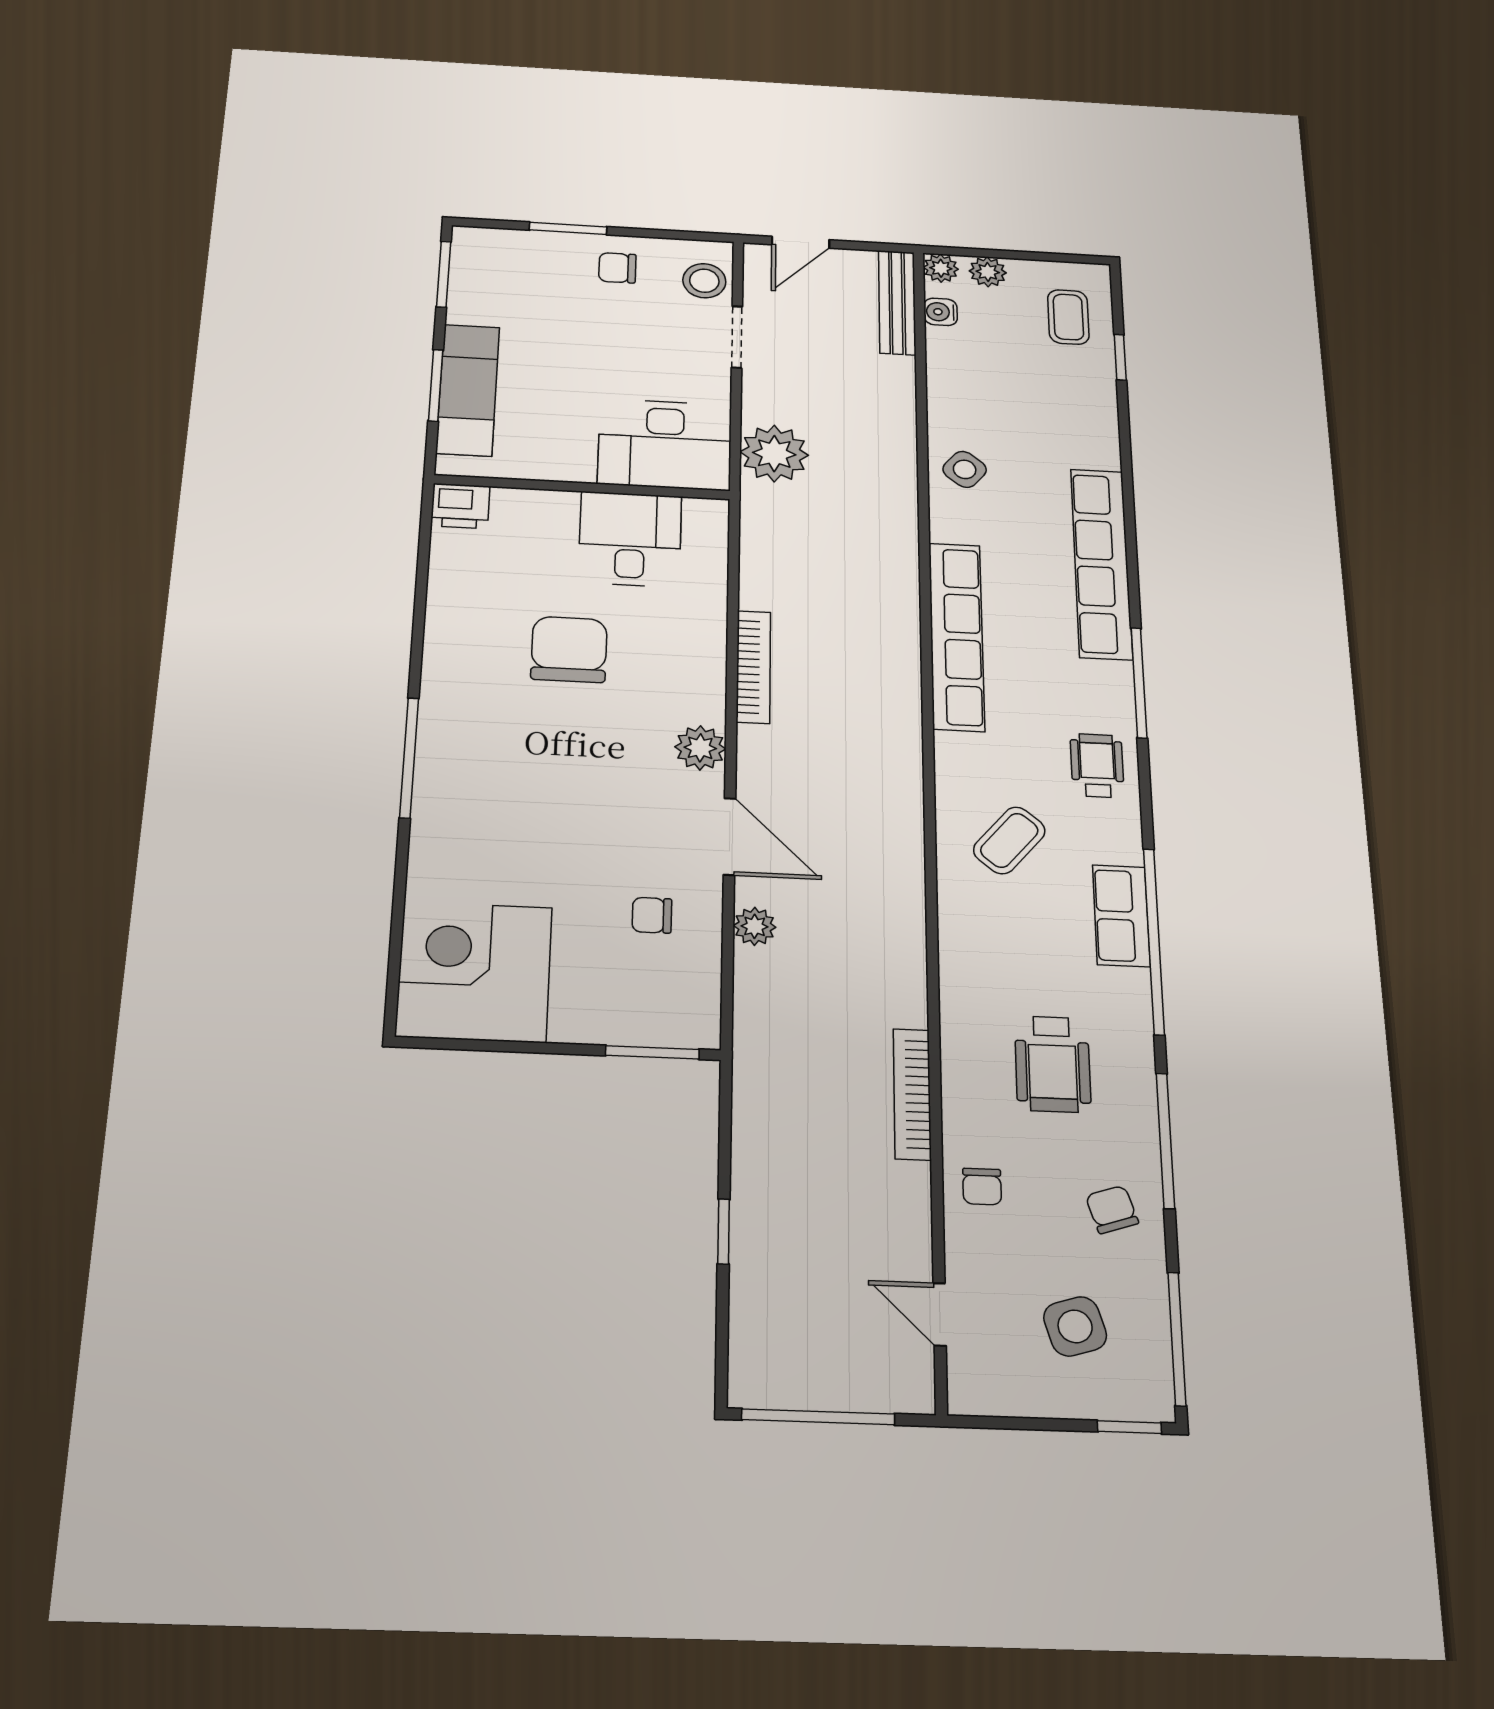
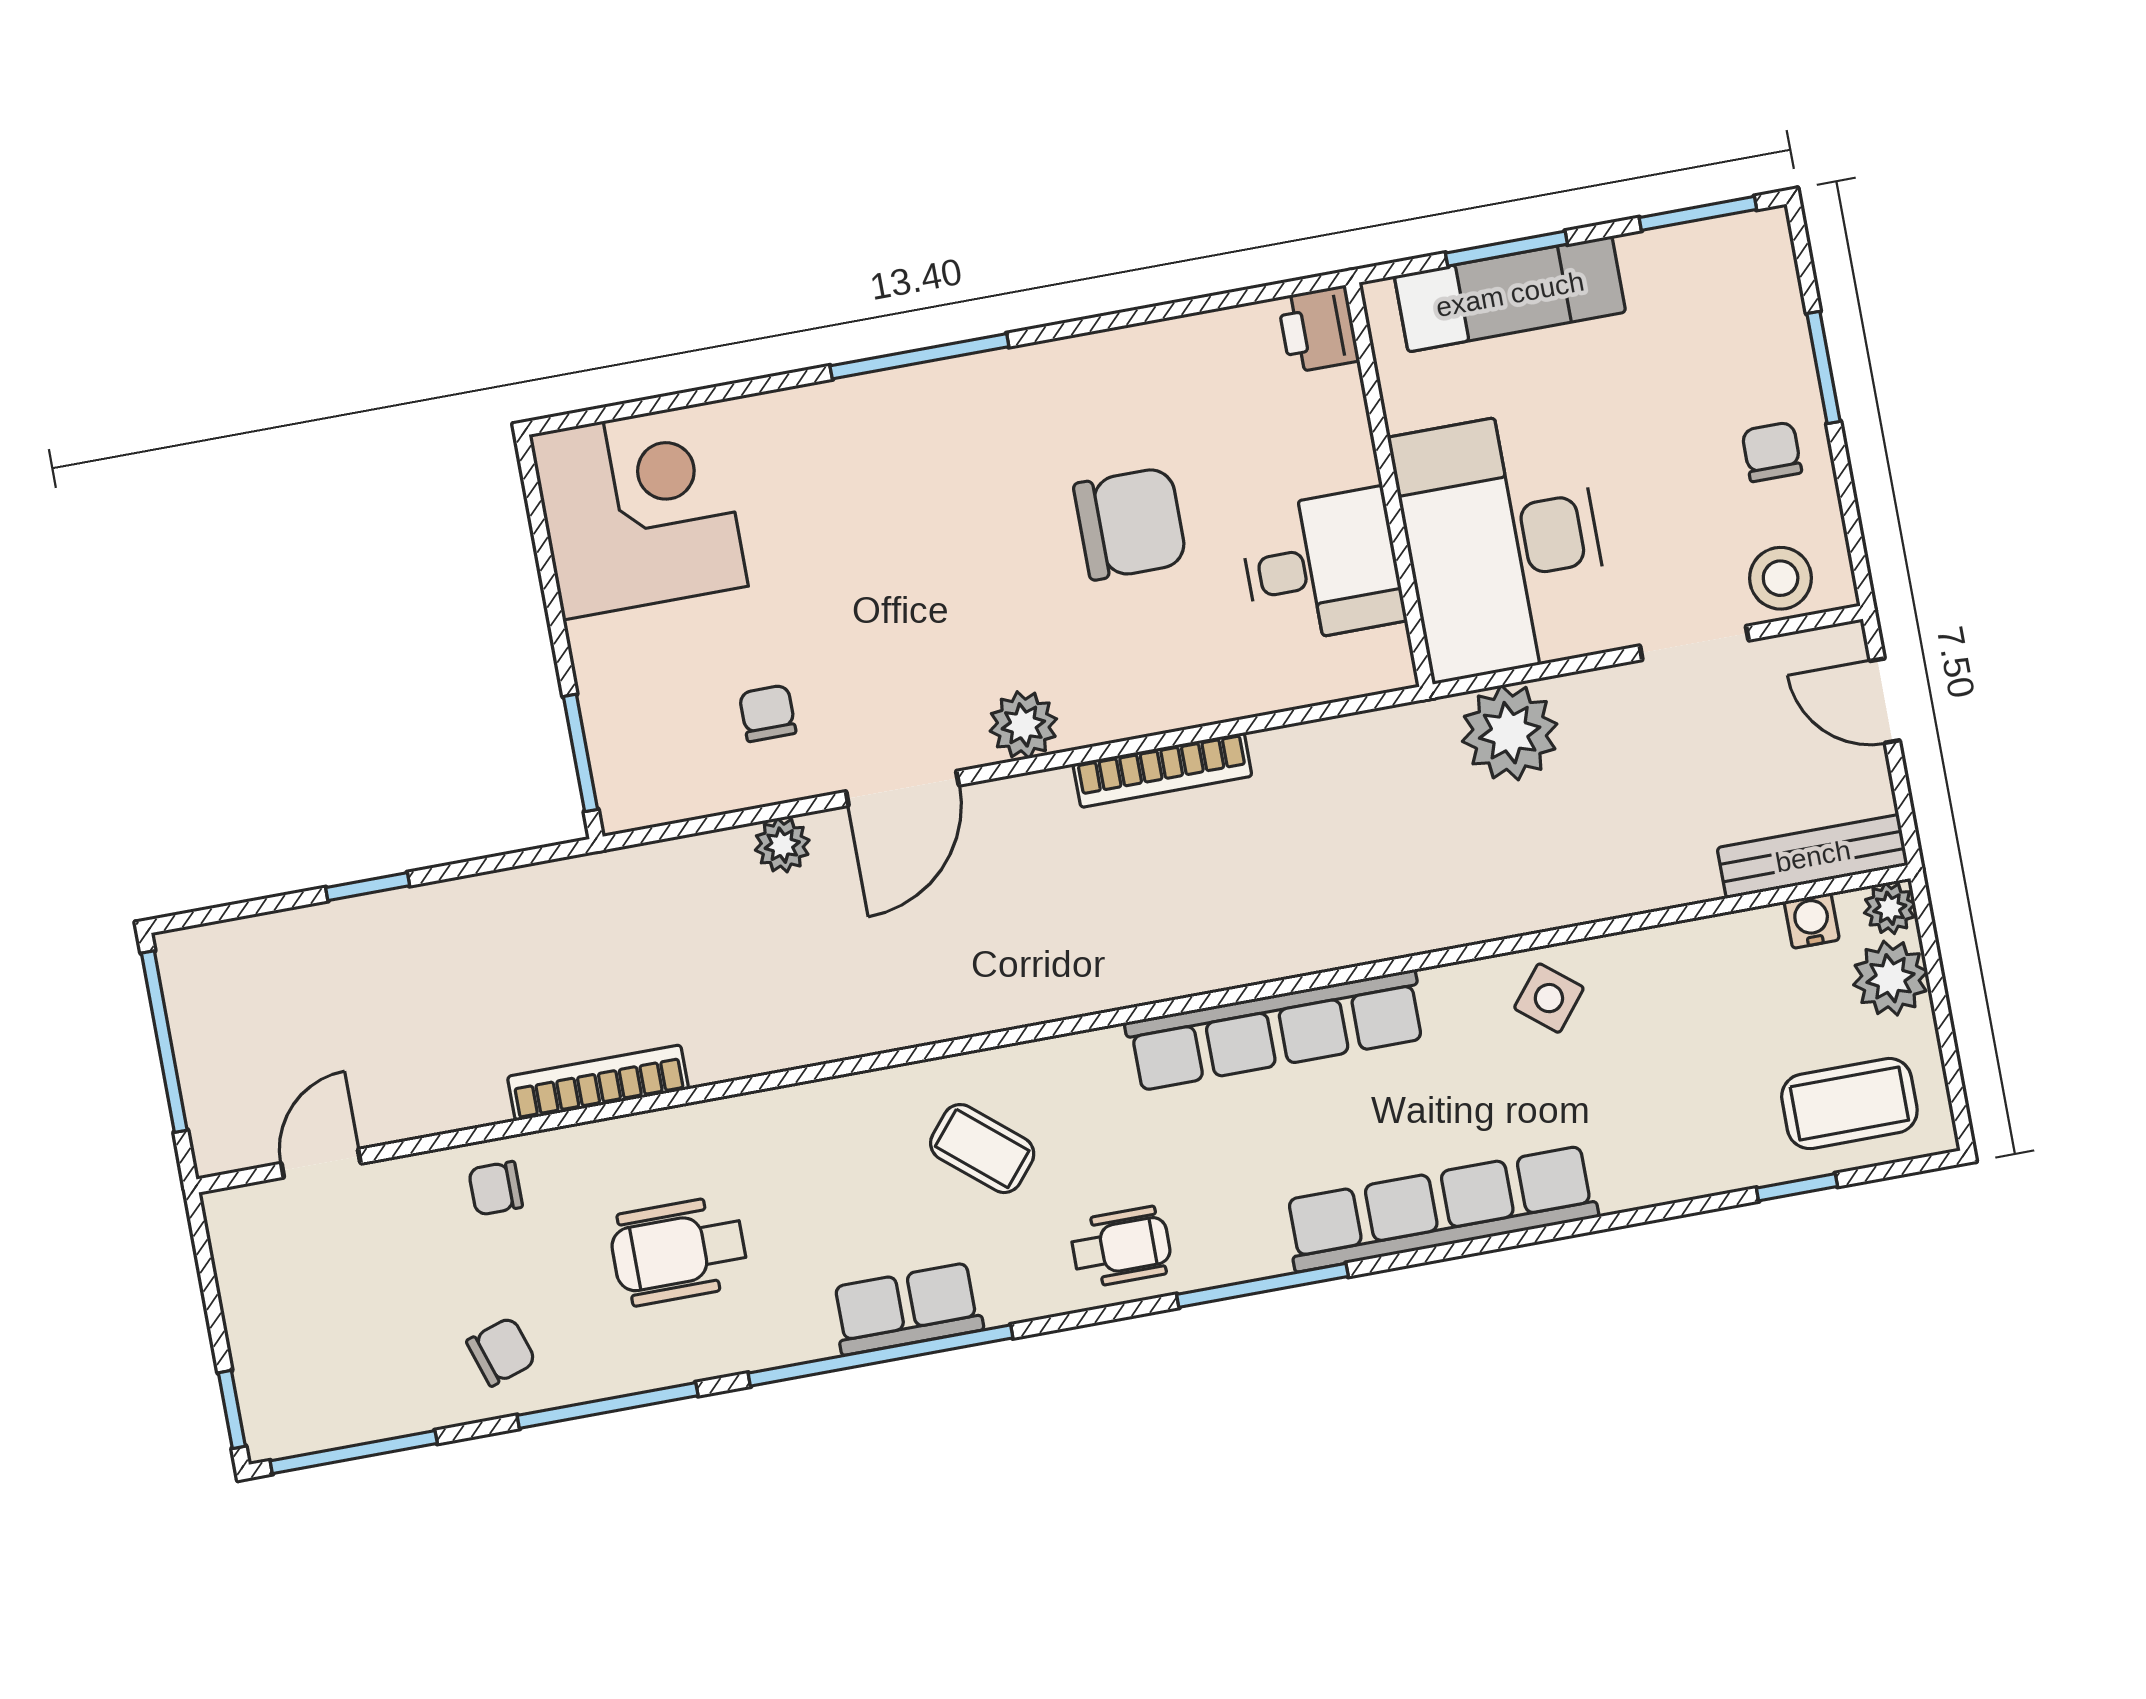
plant: (988, 272) -> (1891, 978), width x1.38, depth x1.38
coffee table: (1068, 317) -> (1849, 1104), width x1.36, depth x1.30
desk: (665, 444) -> (1502, 544), width x1.36, depth x1.30
side table: (1075, 1326) -> (342, 1328), removed

